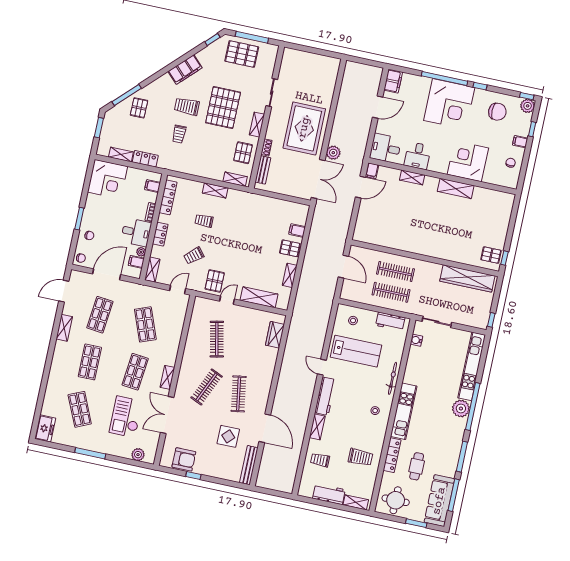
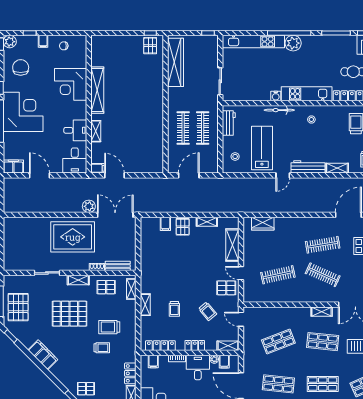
trolley: (187, 106) -> (109, 327), moved, turned 90
shelving: (456, 188) -> (97, 90), width x1.47
water cooler: (416, 340) -> (276, 96), moved

